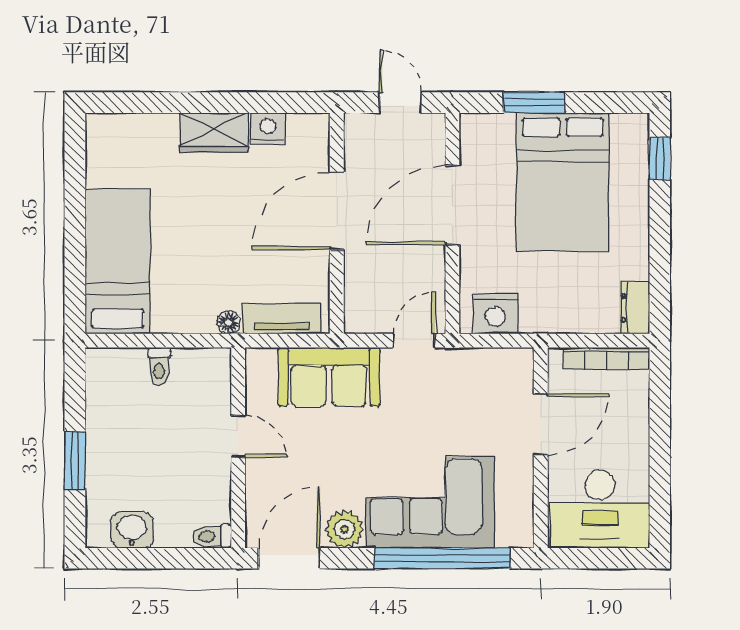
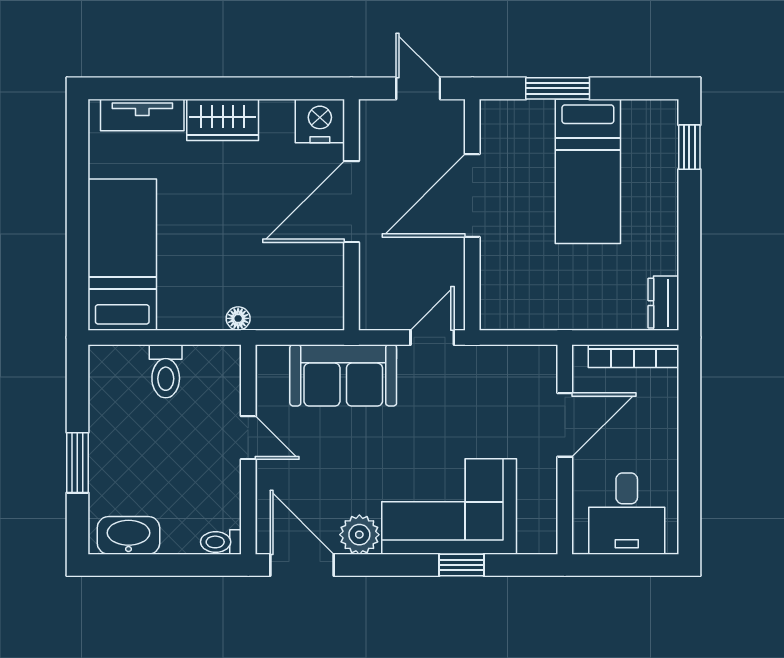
nightstand: (268, 129) -> (320, 121), moved, width x1.36, depth x1.33
bed: (563, 182) -> (588, 171), width x0.67
nightstand: (495, 314) -> (517, 309), removed
tv unit: (282, 319) -> (142, 115), moved, turned 180
toilet: (159, 366) -> (166, 371), width x1.37, depth x1.39
desk: (600, 509) -> (627, 514), width x0.73
washbasin: (132, 530) -> (128, 535), width x1.38
door: (289, 558) -> (302, 565), hinge flipped
window: (442, 558) -> (462, 565), width x0.32

